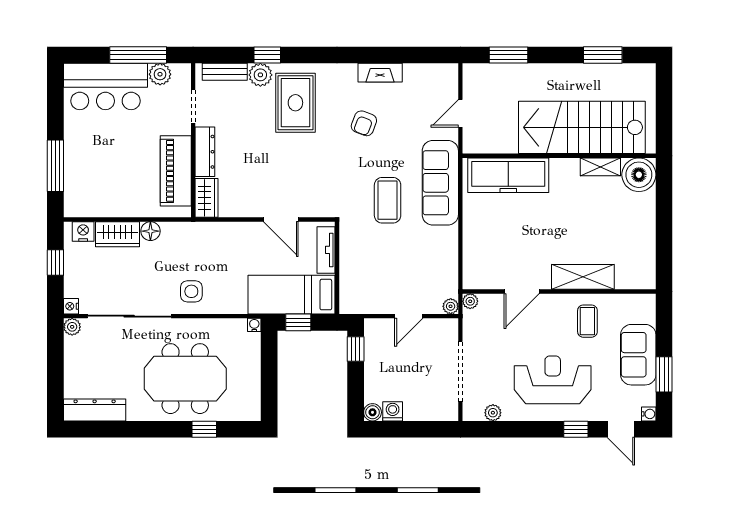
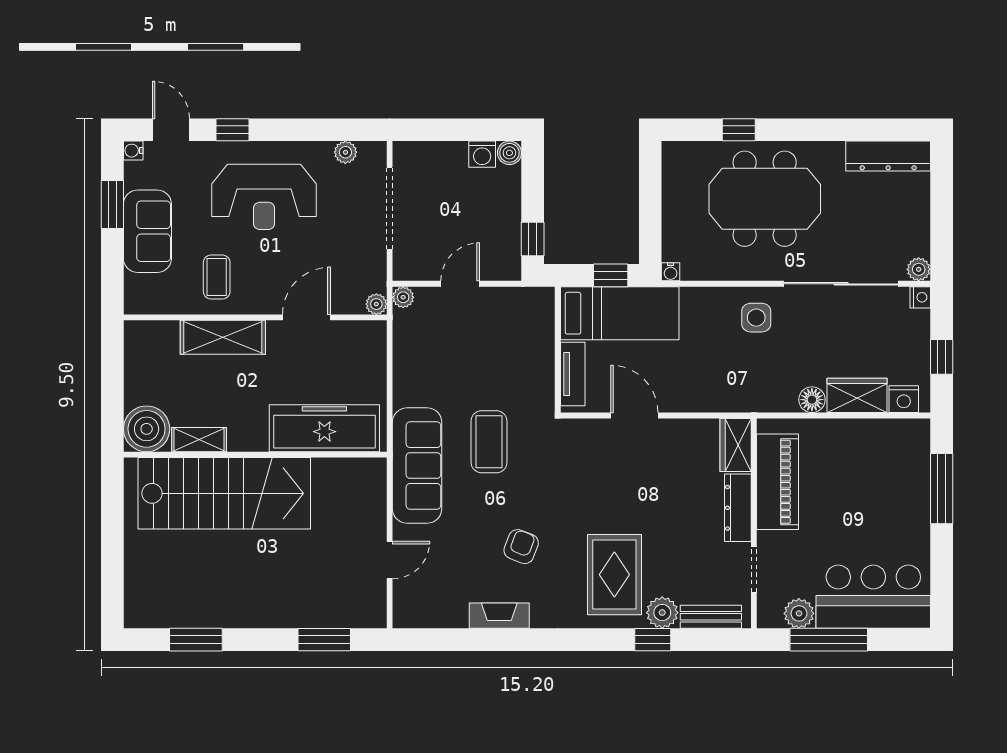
stairs: (582, 127) -> (224, 493), moved
wall: (559, 156) -> (255, 455), moved
shelving: (600, 167) -> (199, 440), moved
freezer: (508, 175) -> (324, 428), moved
boiler: (639, 175) -> (147, 429), moved

